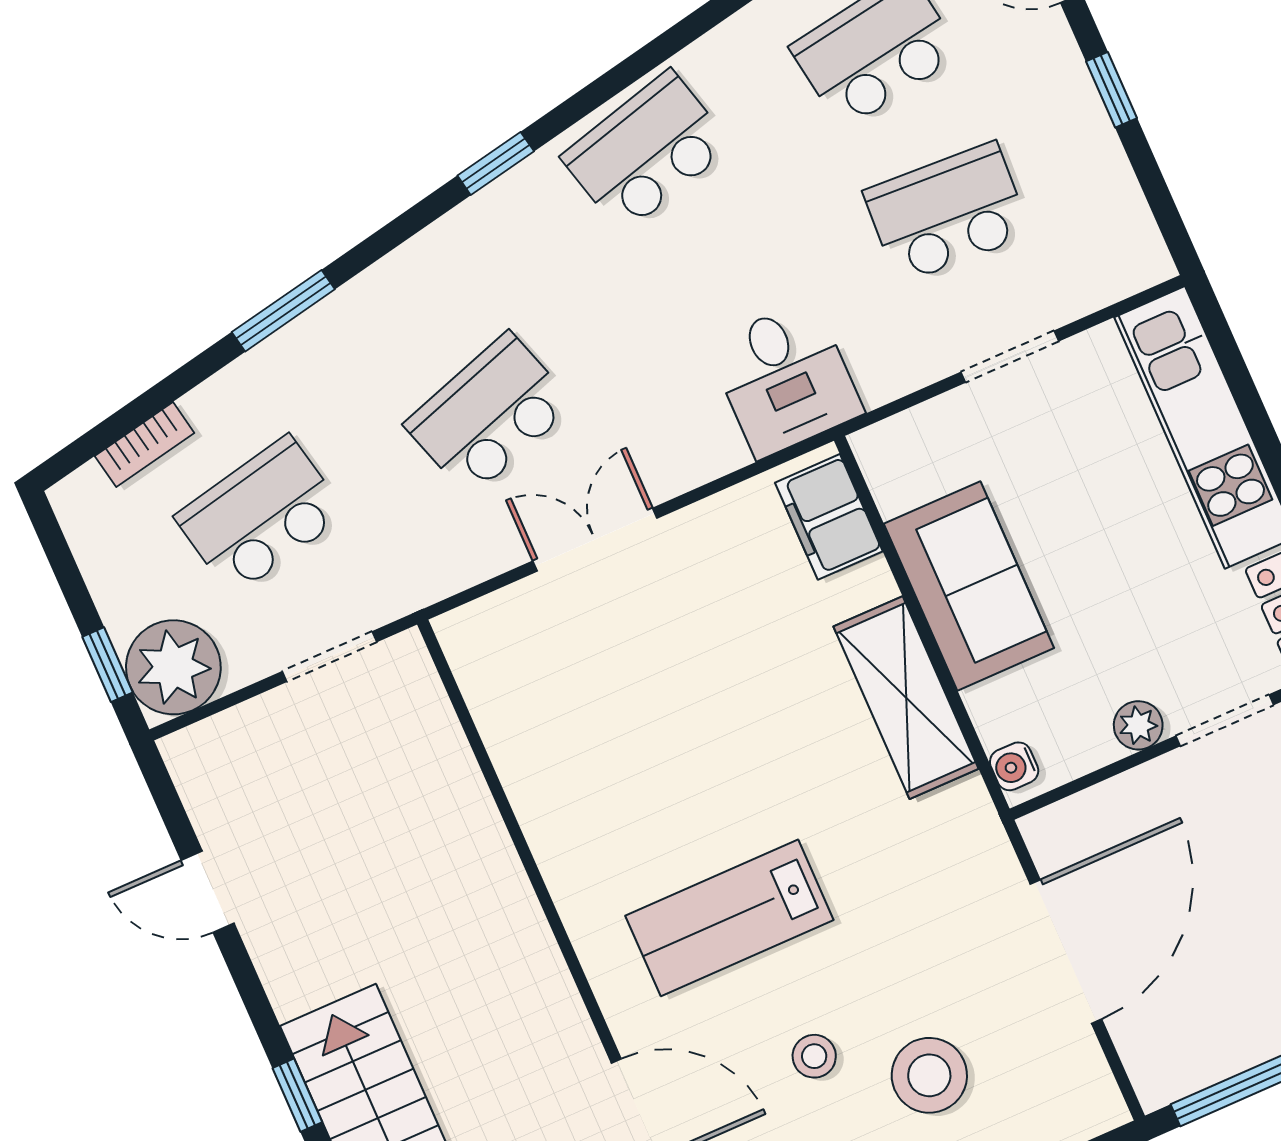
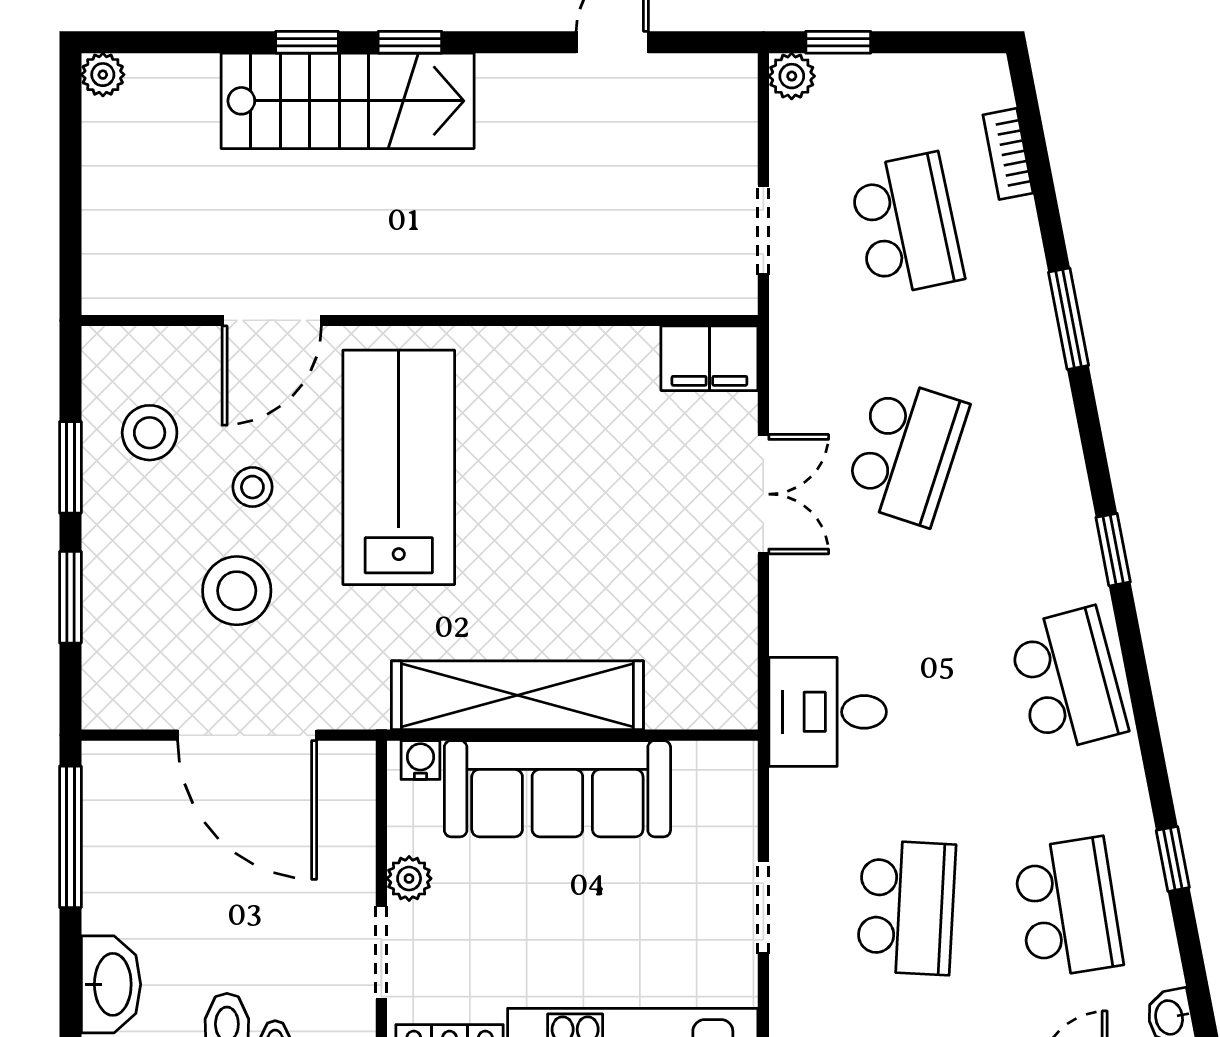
school desk: (489, 414) -> (906, 452), turned 36
filing cabinet: (829, 517) -> (709, 358), moved, turned 180
sofa: (969, 586) -> (557, 789), width x1.36
plant: (173, 667) -> (792, 76), width x0.53, depth x0.53
shelving: (906, 698) -> (517, 695), width x1.47
lab bench: (729, 918) -> (399, 467), width x1.36, depth x1.39
stool: (929, 1075) -> (237, 591), moved

